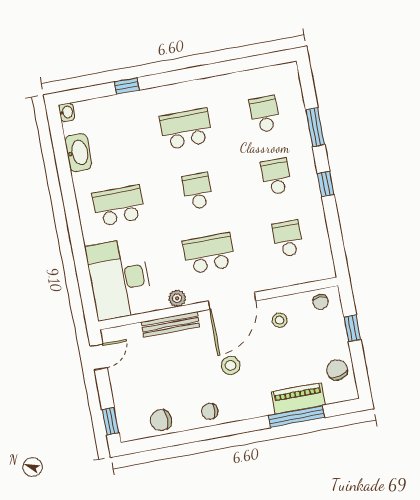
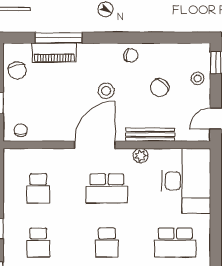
stool: (280, 320) -> (198, 78), moved
chair: (161, 420) -> (160, 88), moved, turned 131

